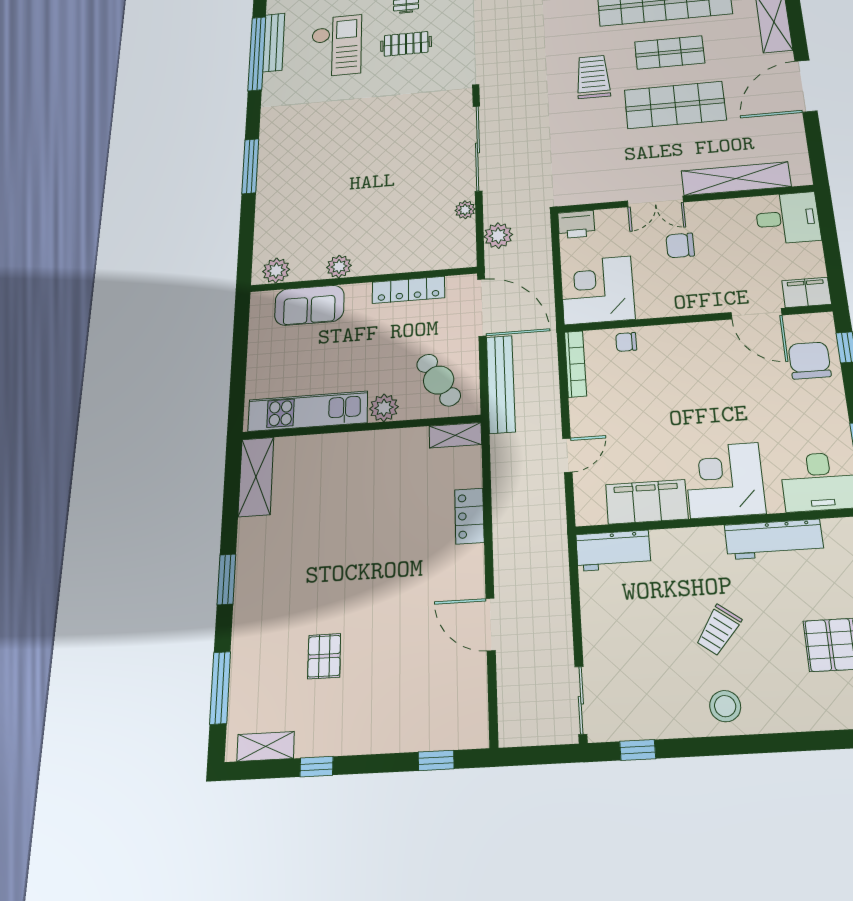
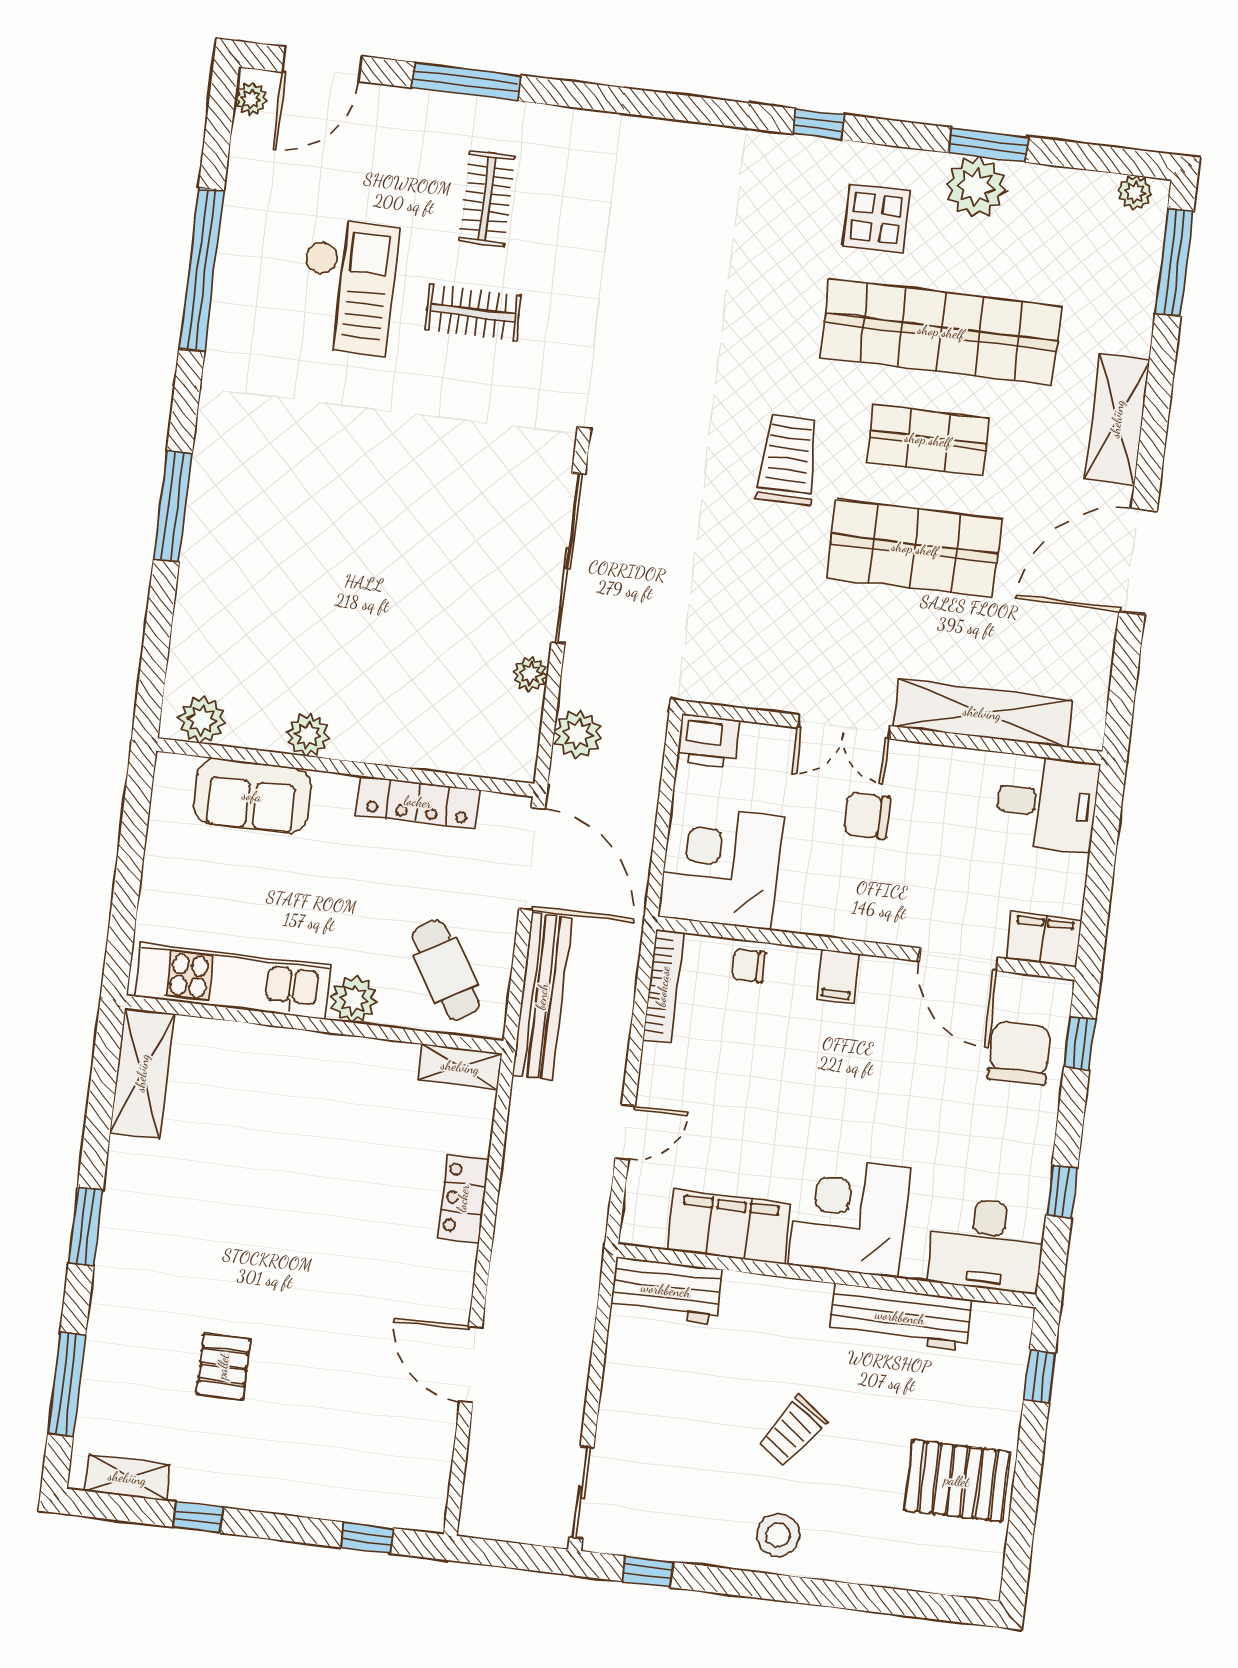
bench: (274, 42) -> (234, 252), removed
filing cabinet: (683, 338) -> (838, 976), added

